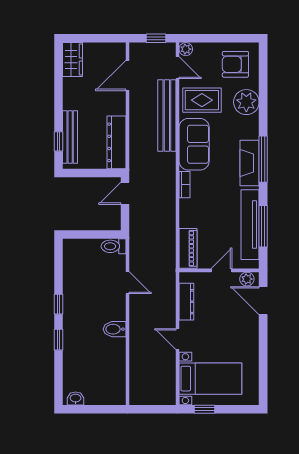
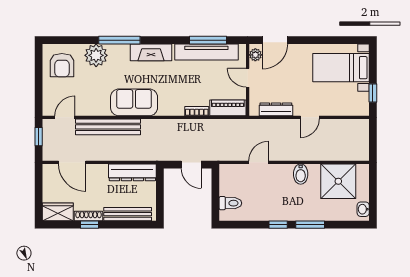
plant: (186, 49) -> (48, 110), removed
shoe rack: (68, 94) -> (88, 216), added
rug: (202, 100) -> (94, 95), removed
window: (59, 141) -> (90, 225), moved
window: (263, 159) -> (119, 40), moved
bookcase: (184, 185) -> (197, 111), moved
door: (125, 193) -> (191, 165), moved
toilet: (114, 246) -> (230, 203), moved, turned -90
window: (59, 340) -> (310, 225), width x1.50
shower: (107, 371) -> (338, 181), added
bed with nightstands: (210, 379) -> (341, 68), moved, turned -90

